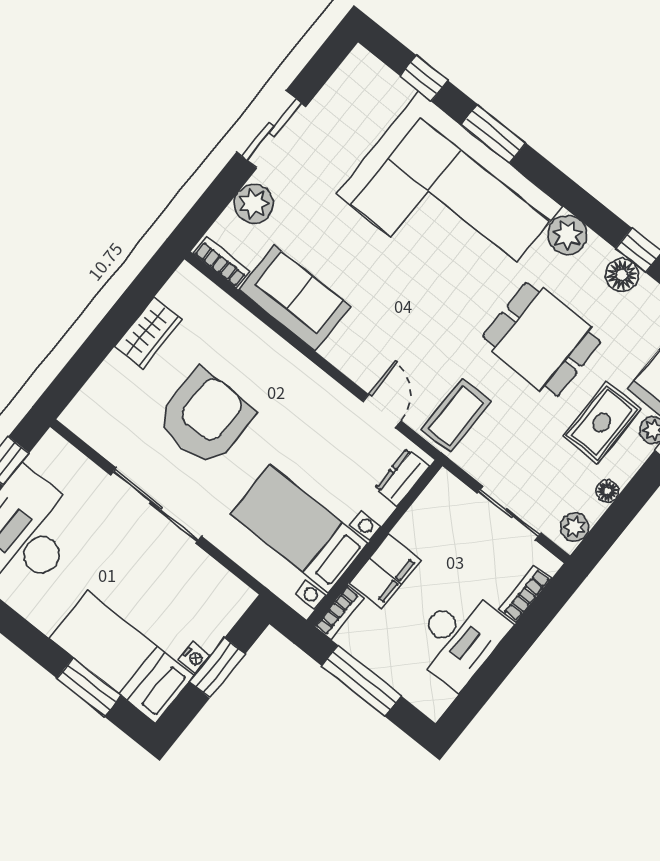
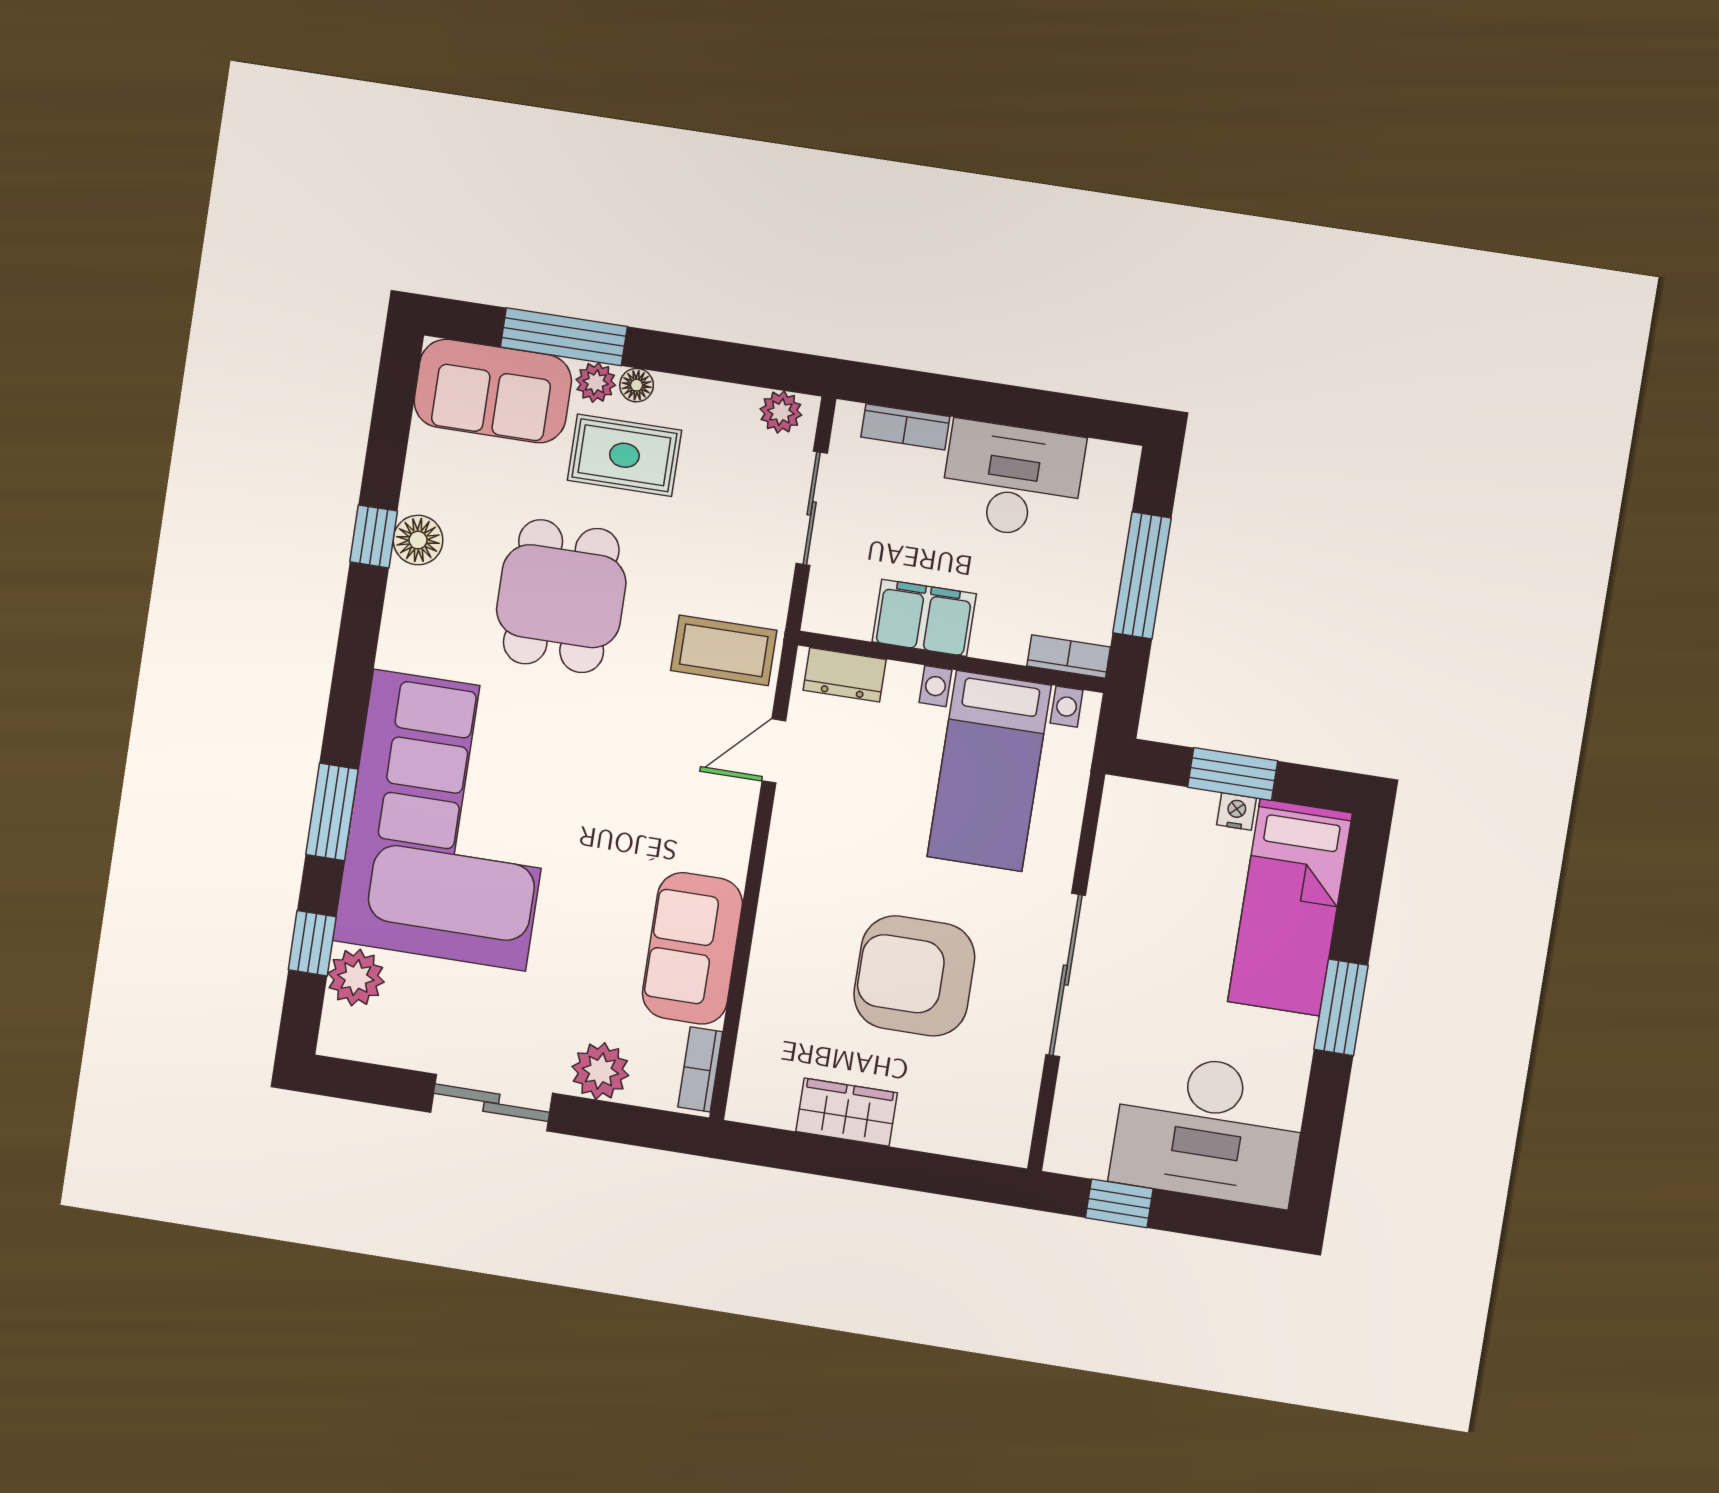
plant: (567, 235) -> (356, 978), moved
floor lamp: (607, 491) -> (637, 385), moved
filing cabinet: (385, 571) -> (924, 618), moved
window: (89, 687) -> (1341, 1007), moved

